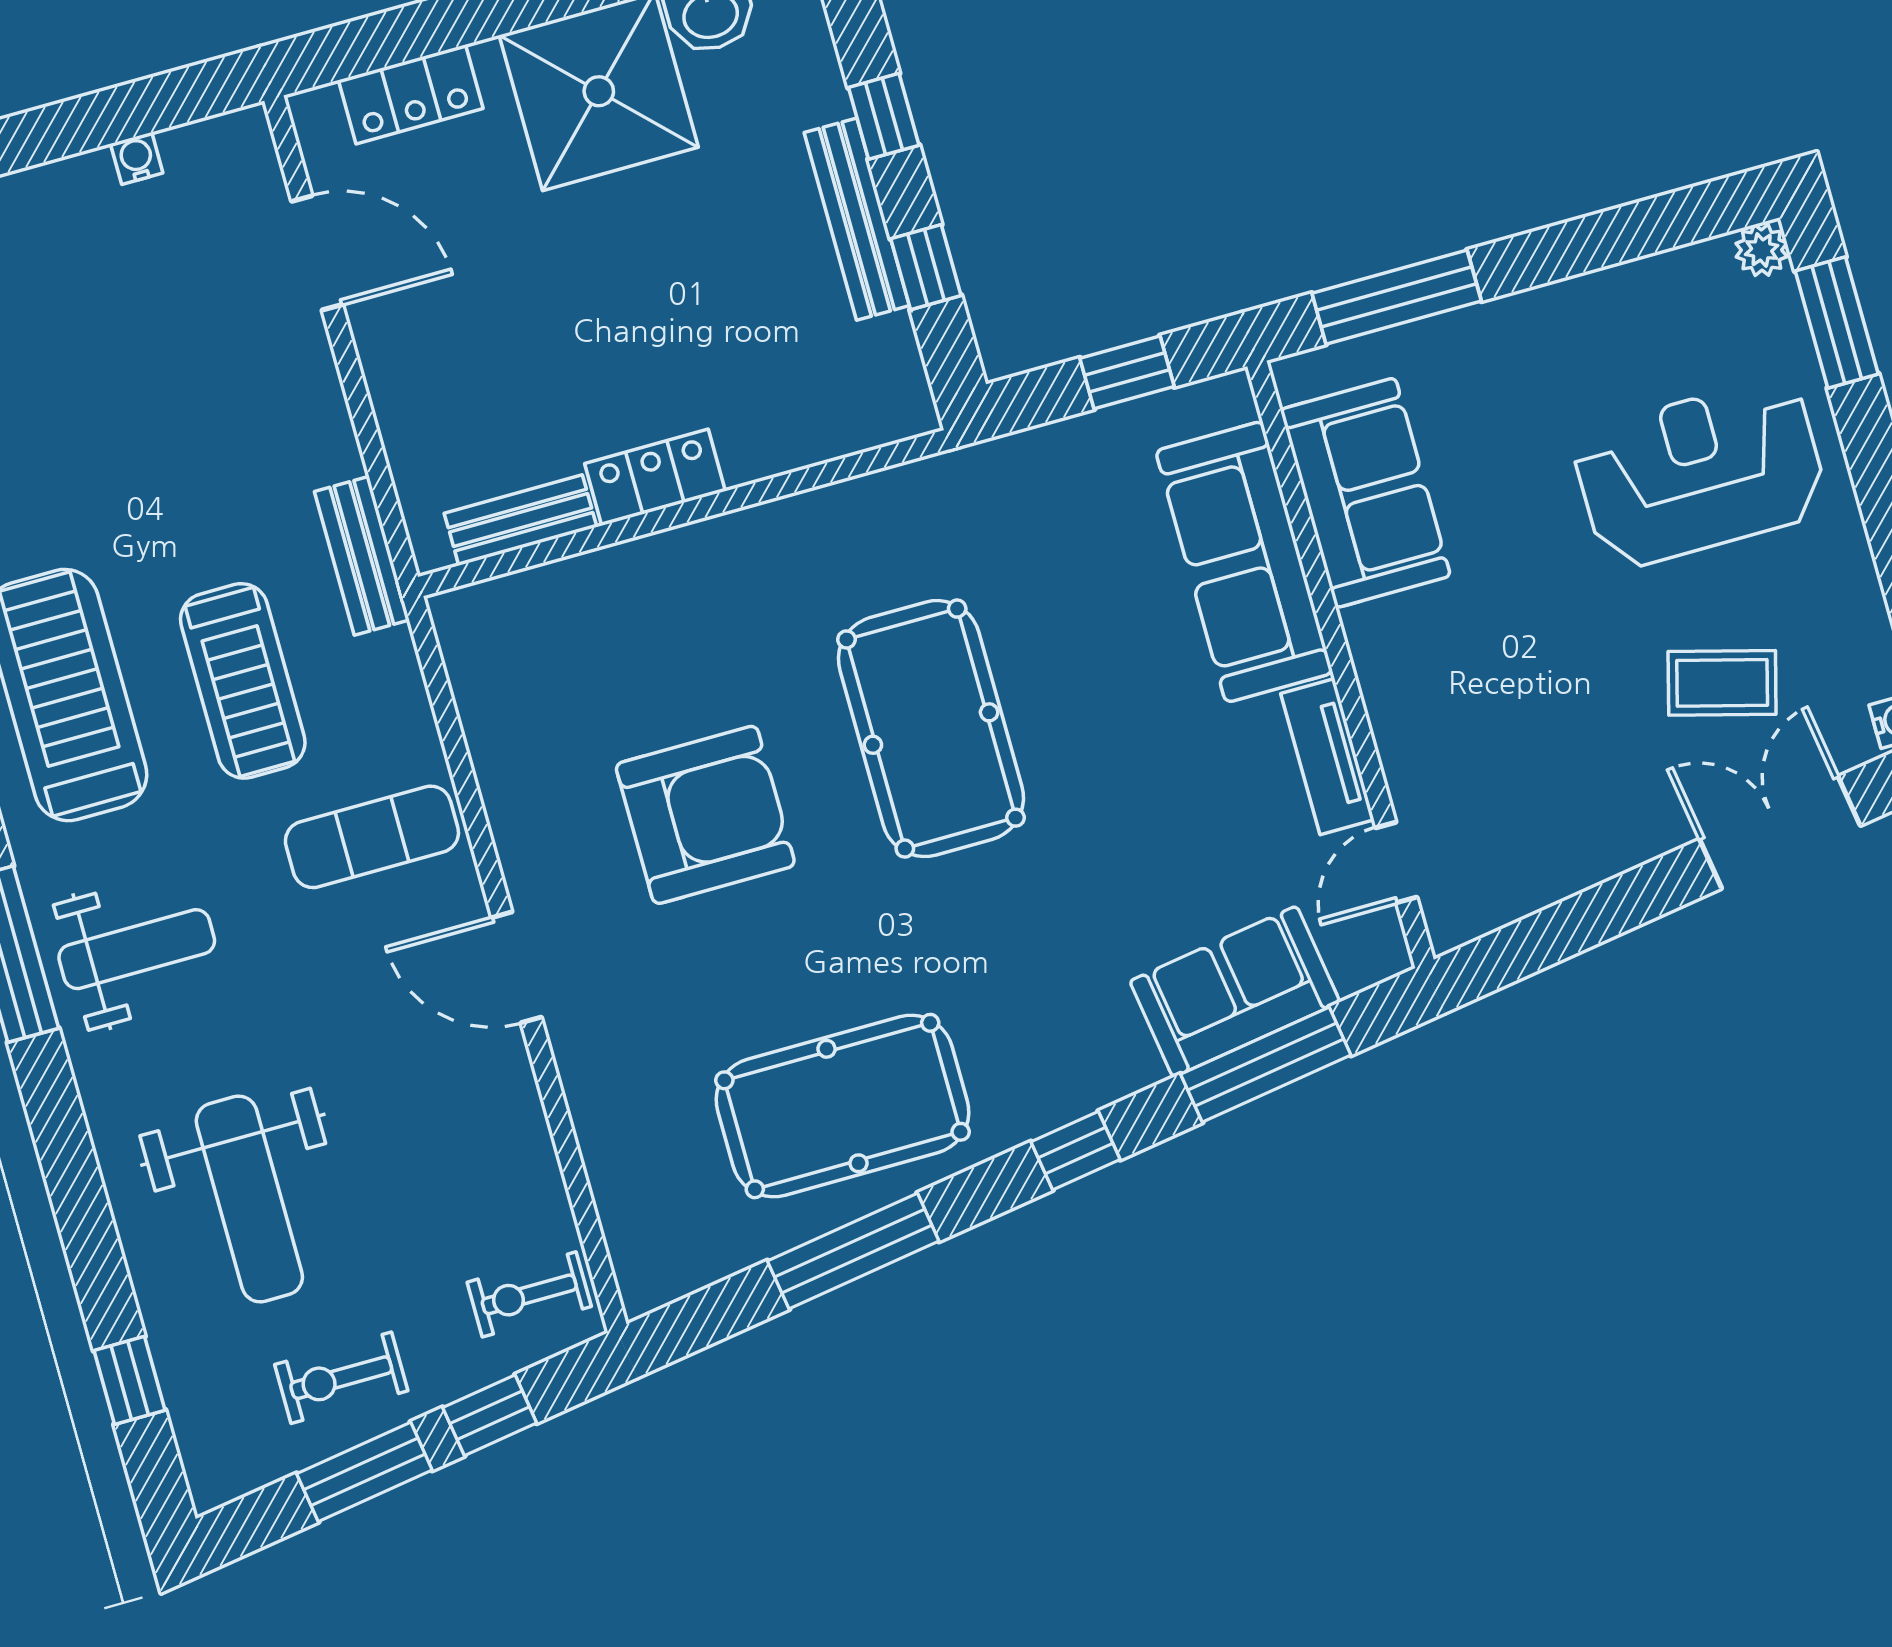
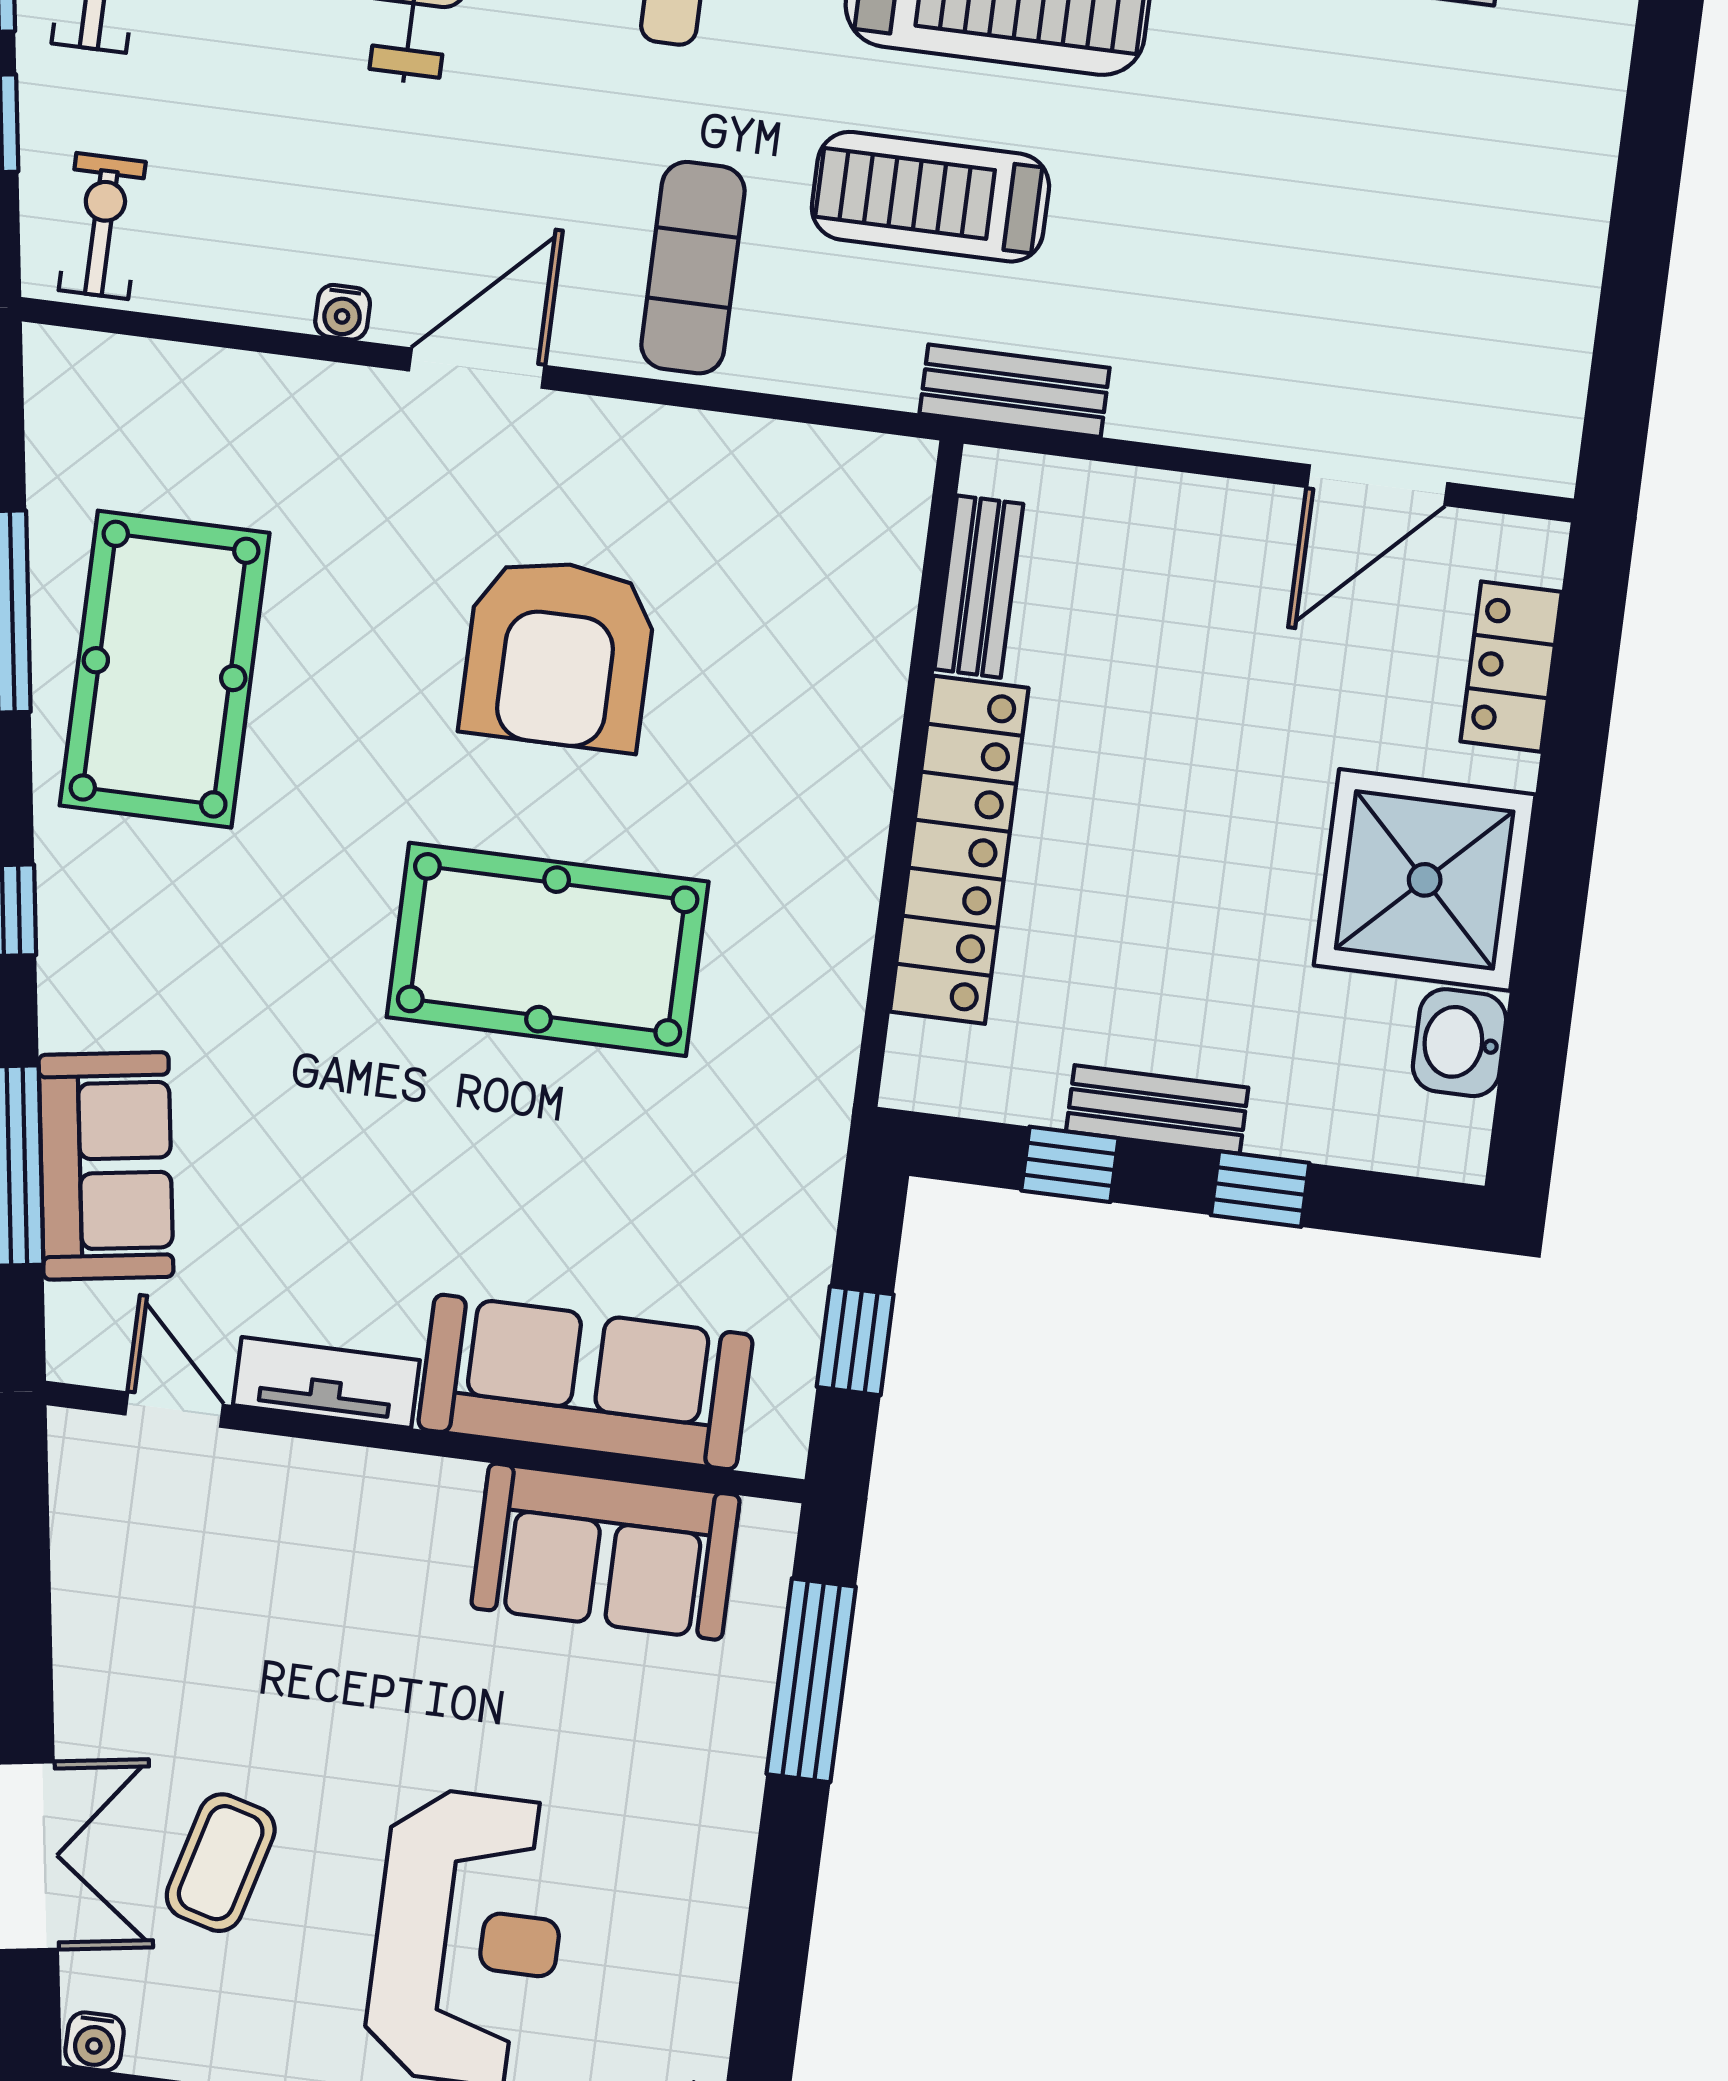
water cooler: (137, 158) -> (343, 312), moved, turned 90
bench: (857, 219) -> (1157, 1109), width x0.73
locker: (655, 477) -> (959, 850), width x2.16, depth x1.21

